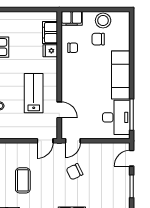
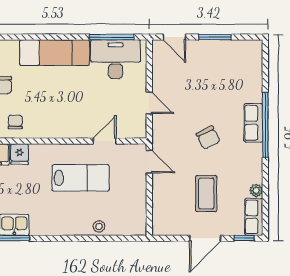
lab bench: (34, 93) -> (81, 178), turned 180
door: (73, 141) -> (149, 103), moved
chair: (75, 172) -> (208, 138), moved
coffee table: (23, 180) -> (206, 194), turned 90

